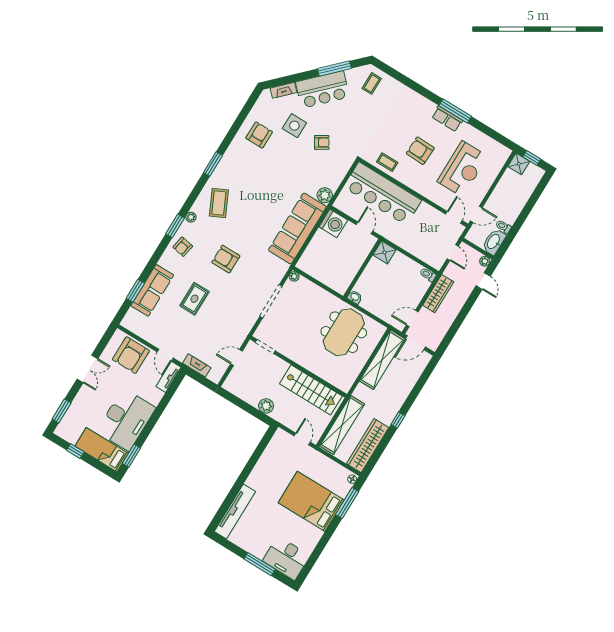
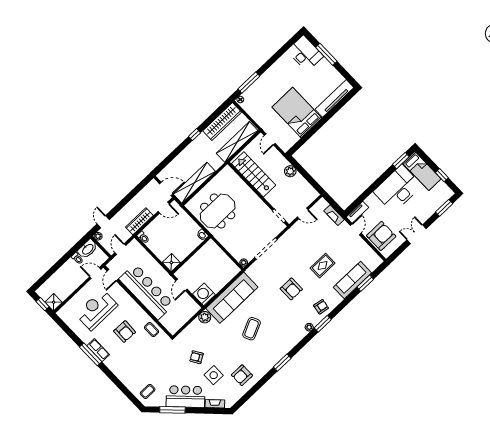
bar counter: (383, 194) -> (147, 292), moved
coffee table: (219, 203) -> (252, 329), moved
bed: (311, 501) -> (297, 113), moved, turned 180

